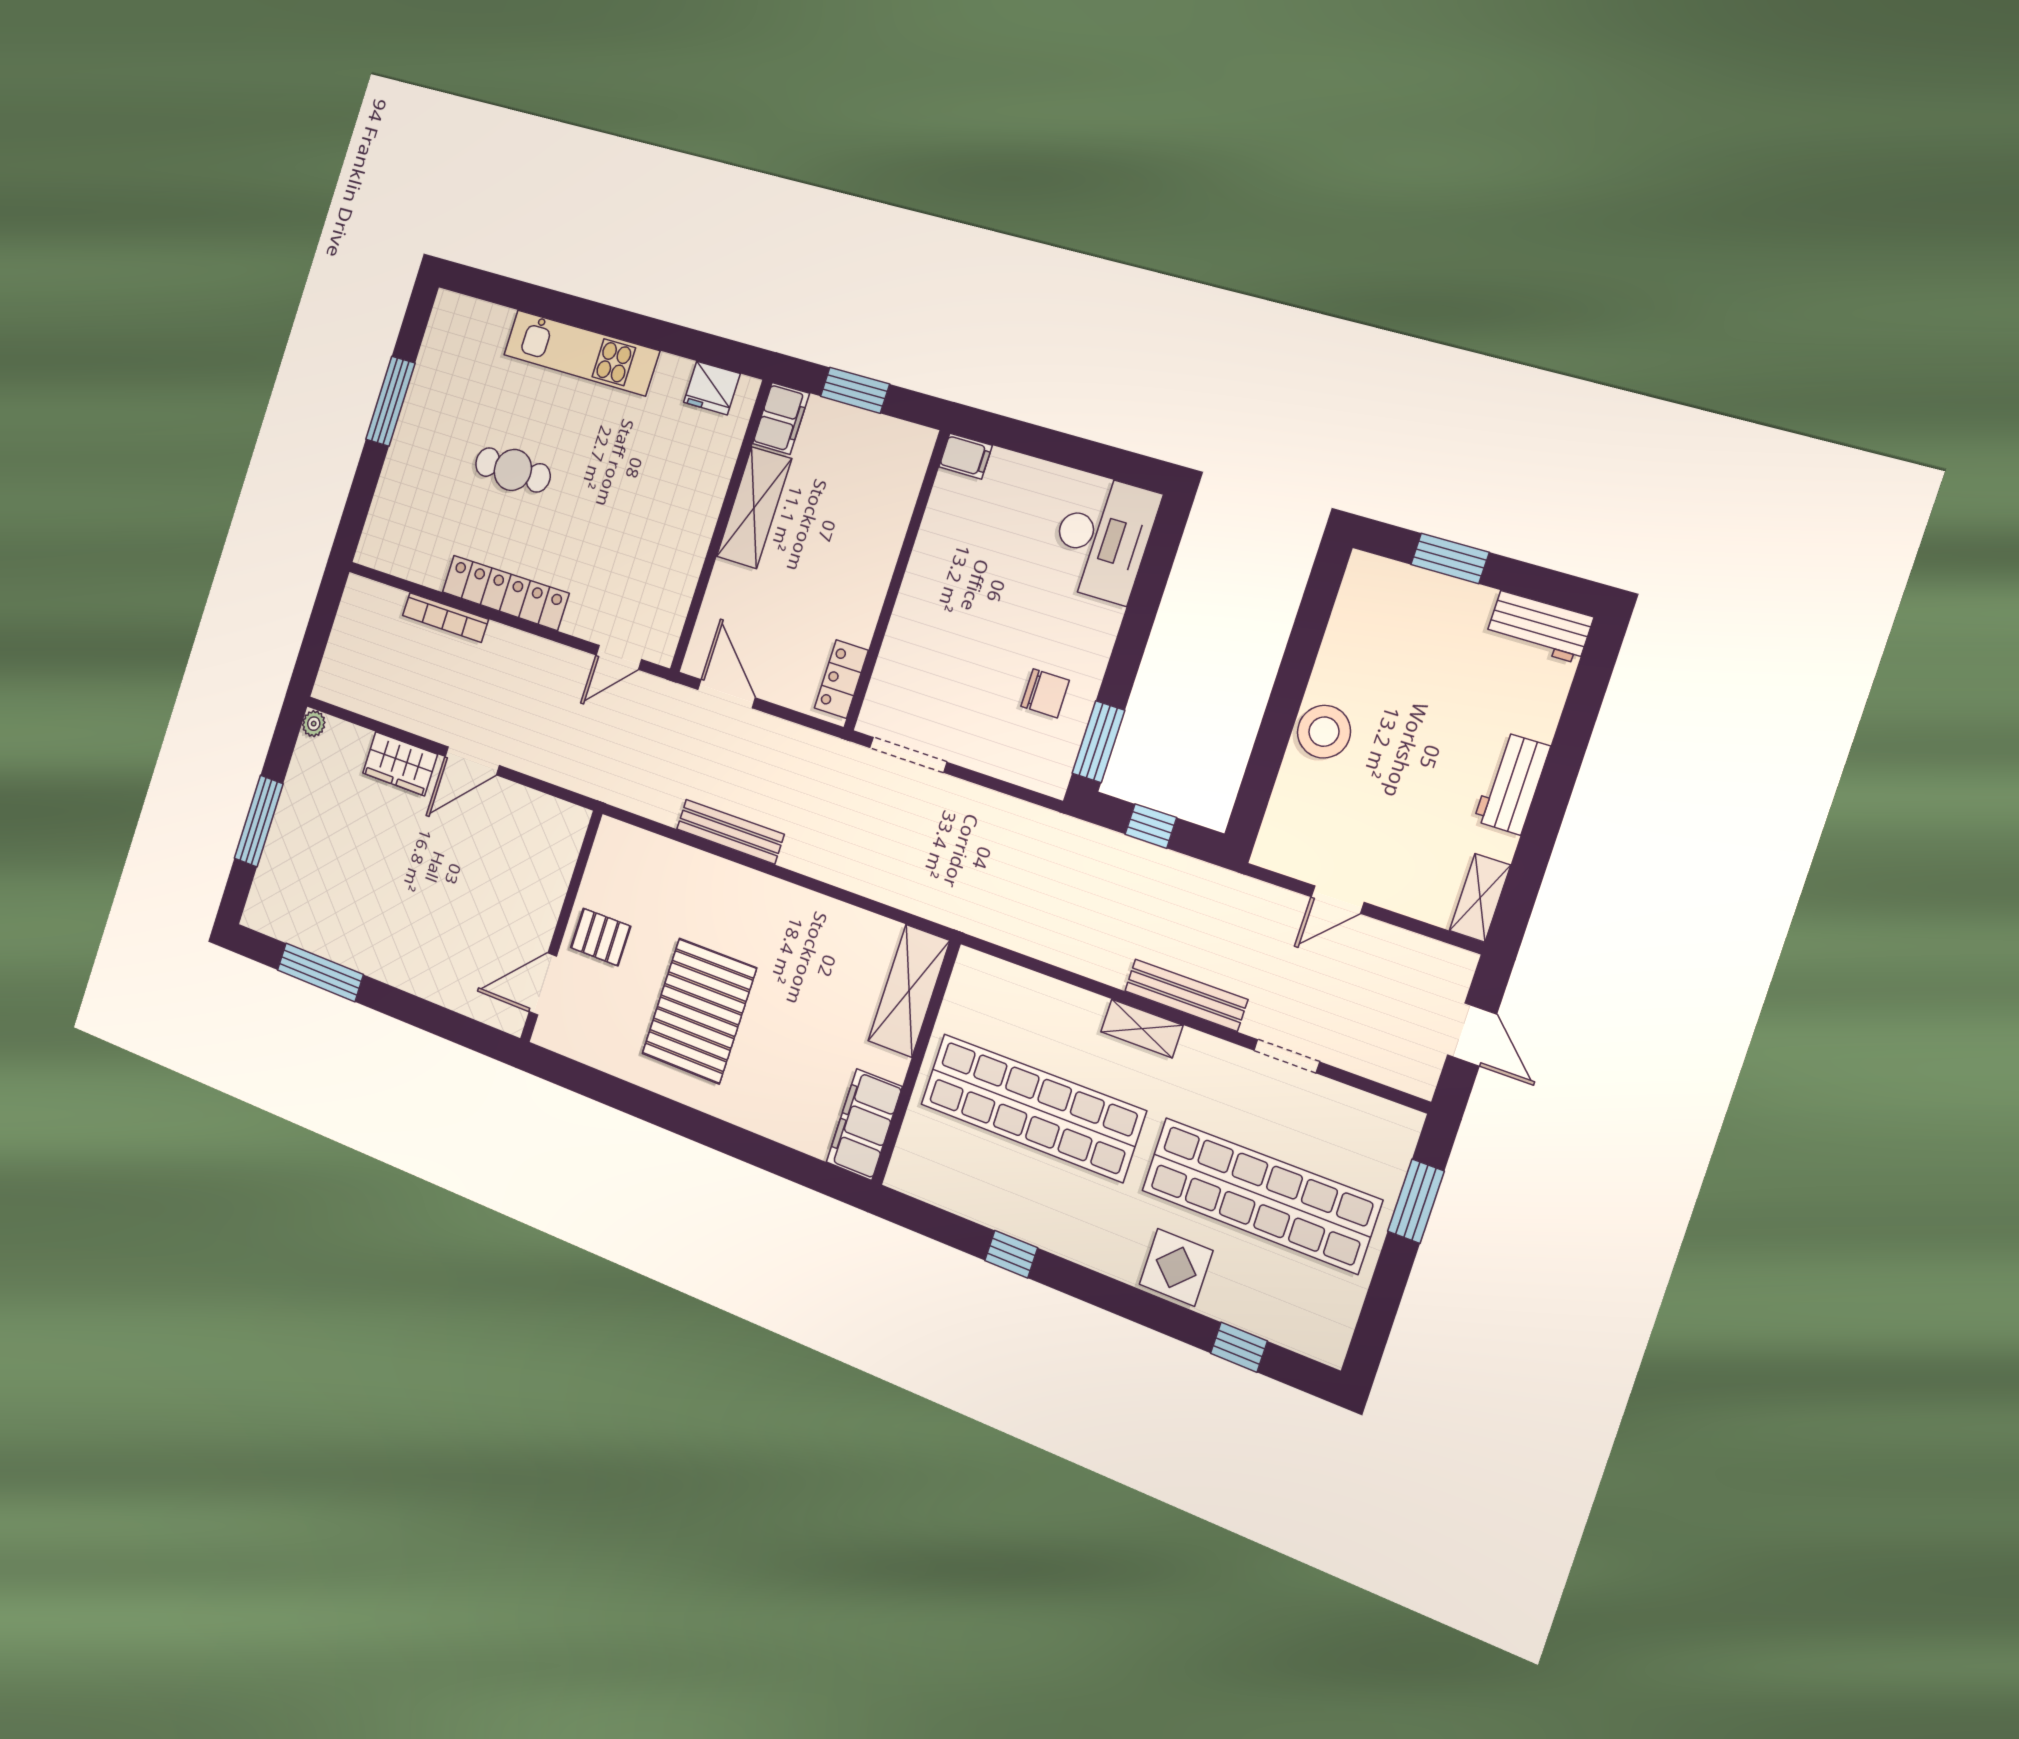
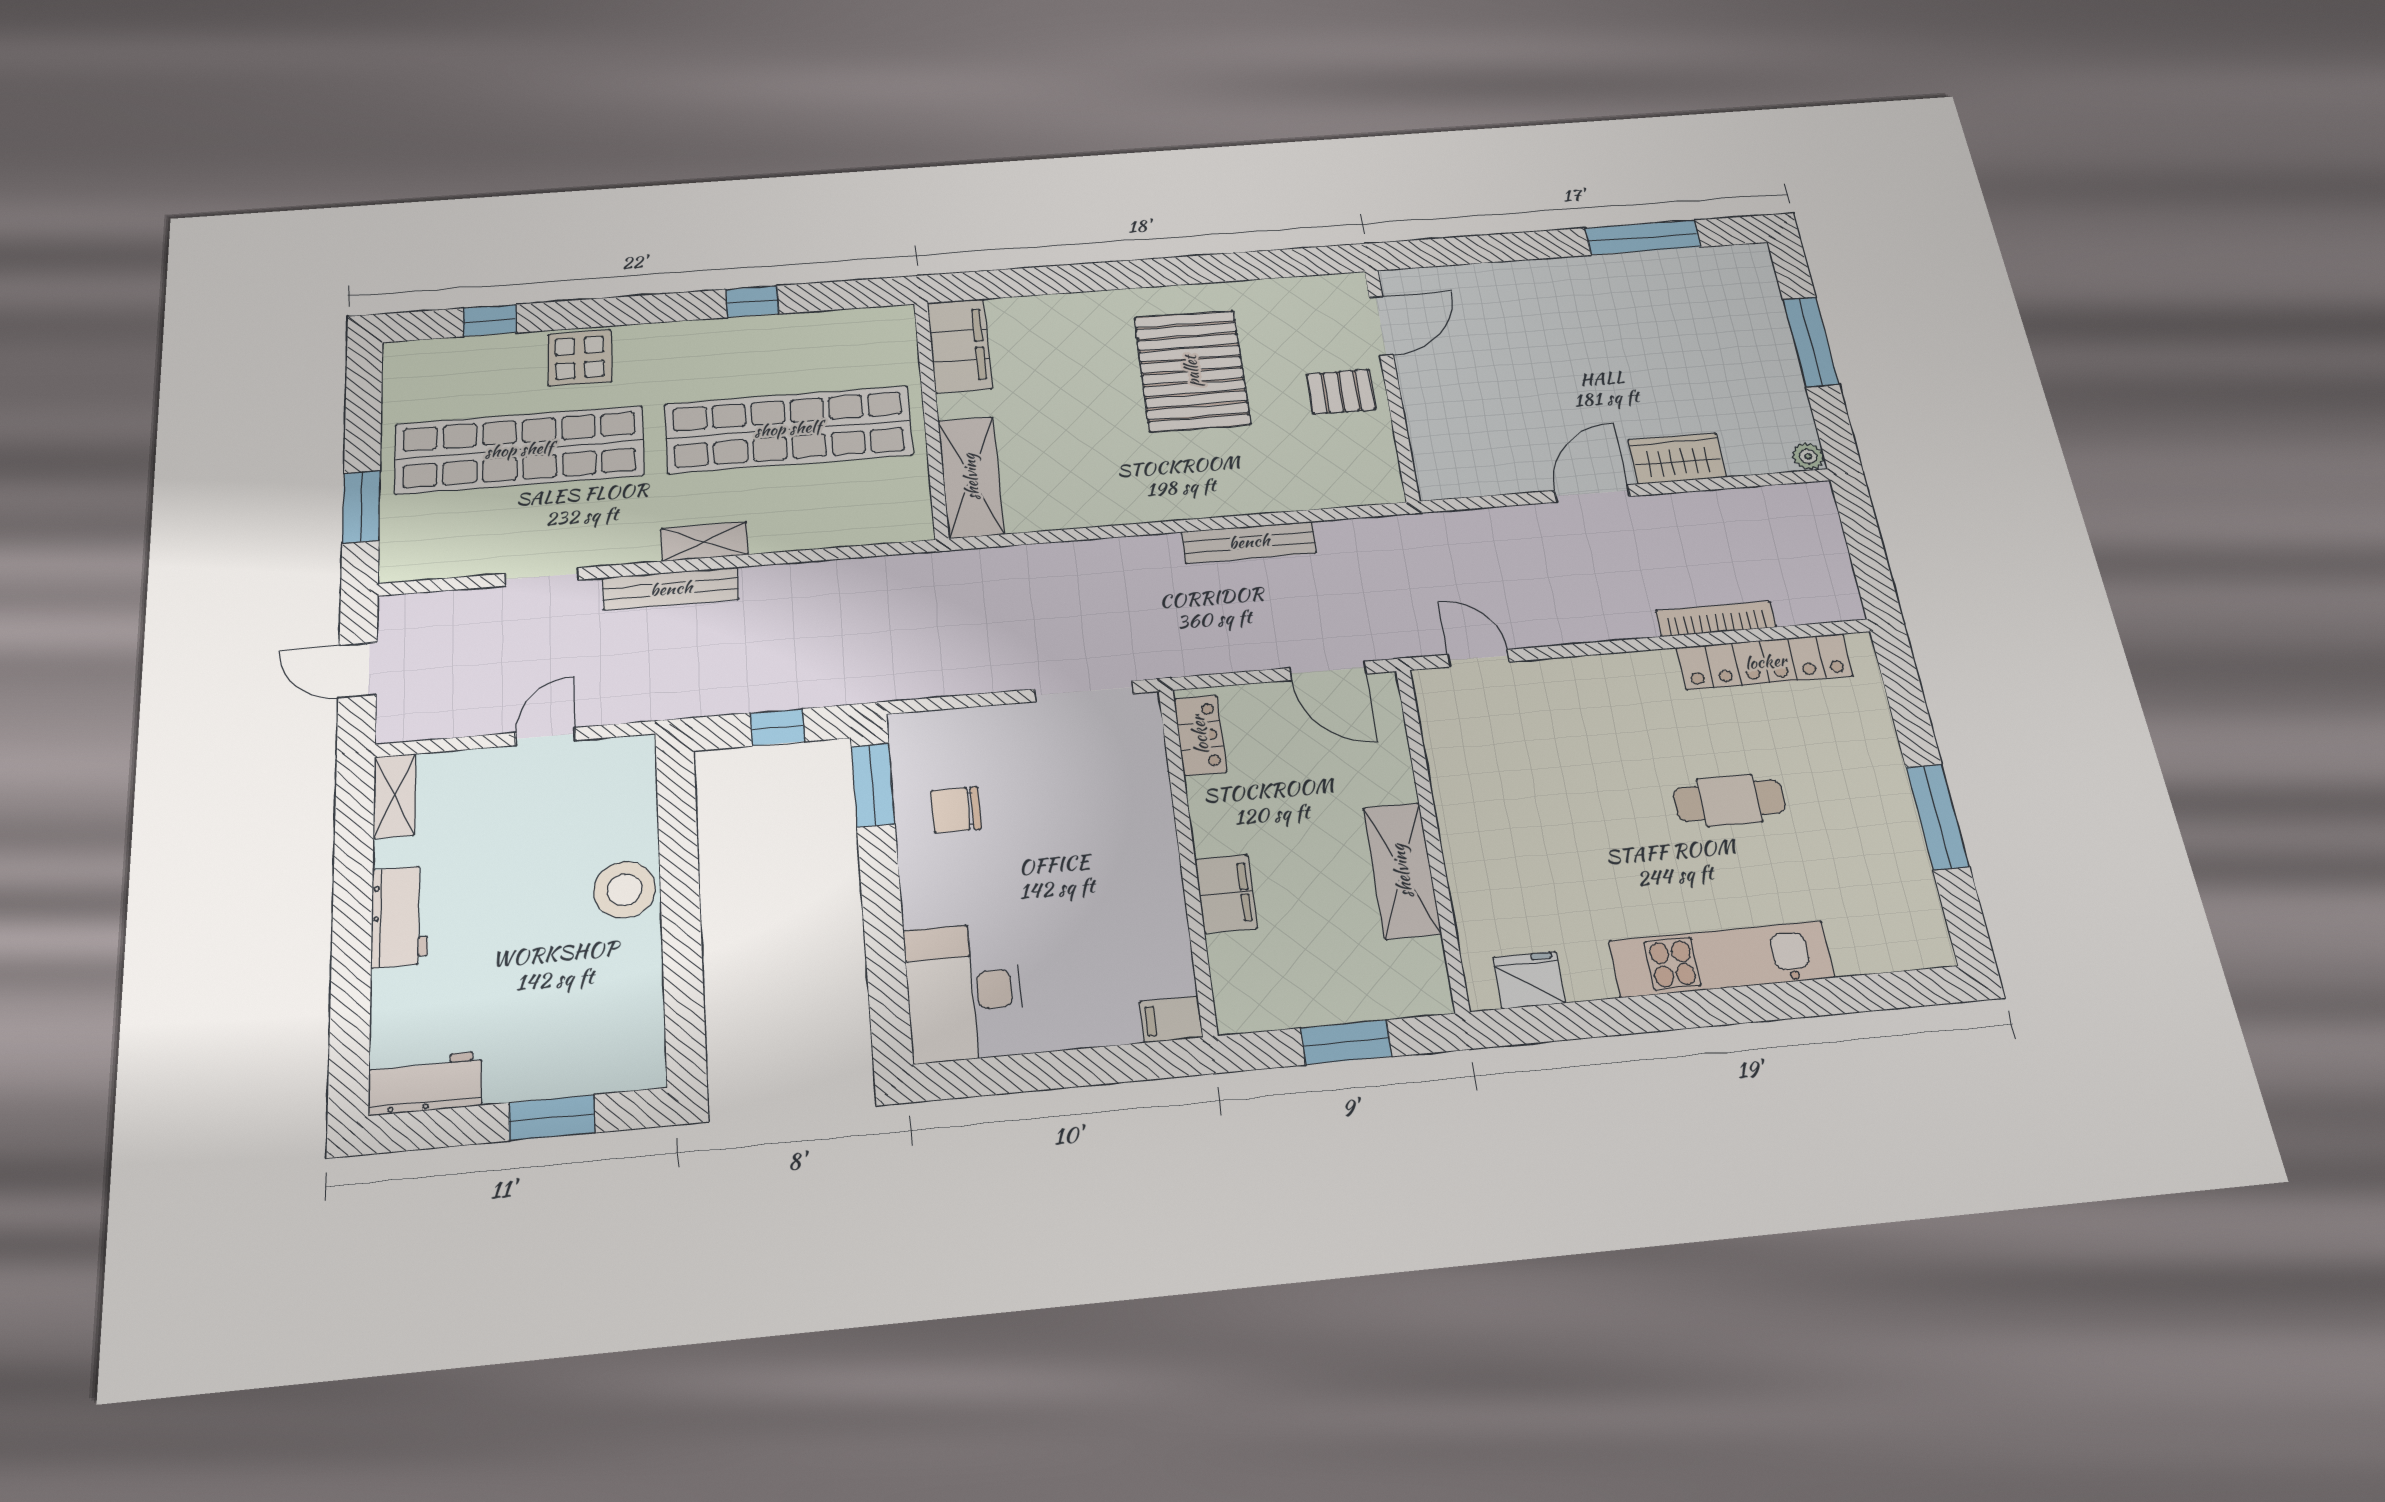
filing cabinet: (781, 418) -> (1226, 894), moved, turned 180
locker: (505, 593) -> (1765, 662), moved
door: (619, 657) -> (1478, 658), hinge flipped

